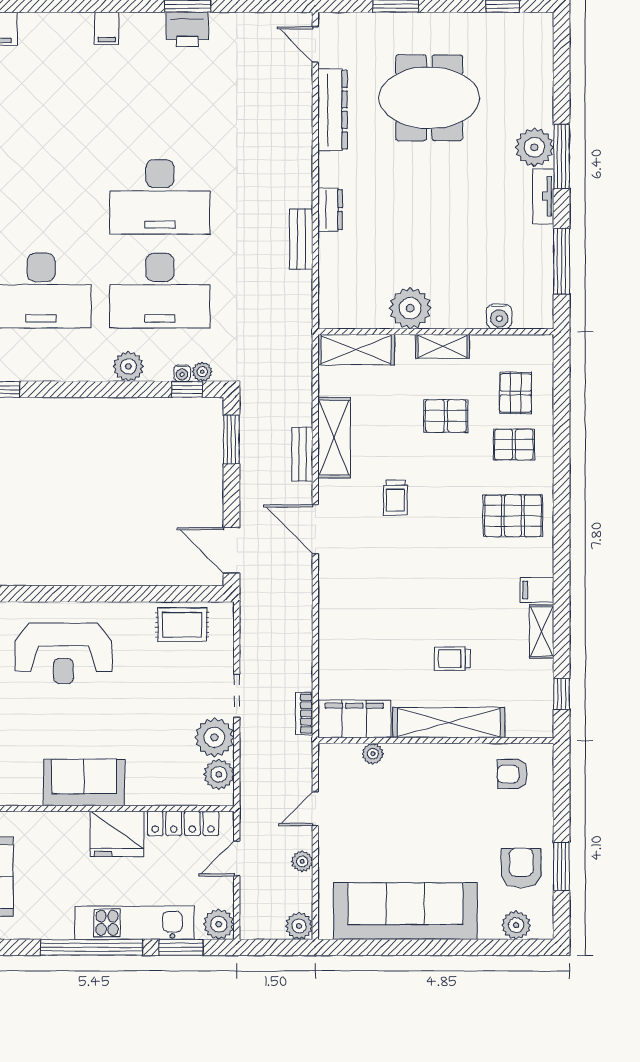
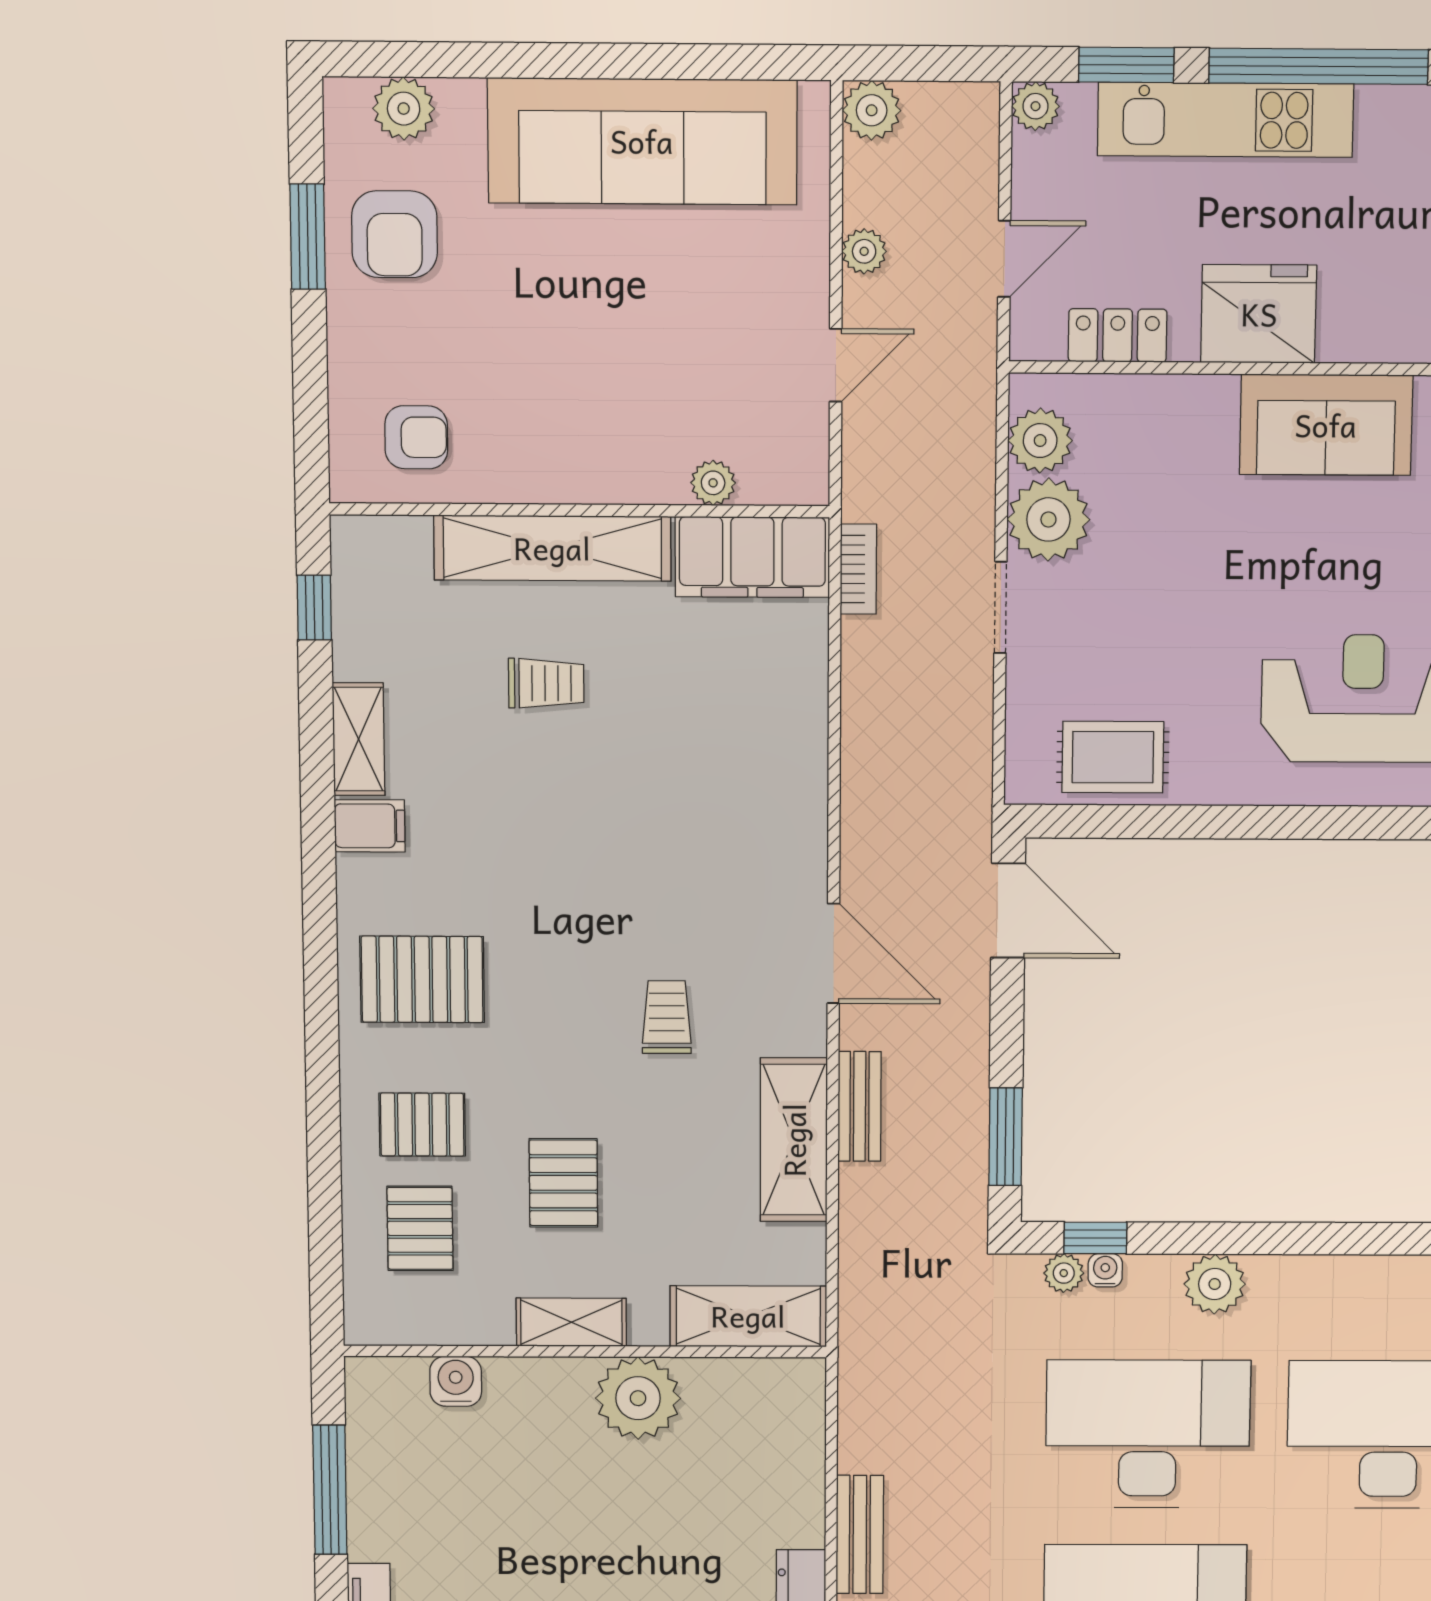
pallet: (446, 416) -> (563, 1183), turned 90
locker: (183, 823) -> (1118, 335), width x0.66
plant: (219, 924) -> (1035, 106), width x0.73, depth x0.73

